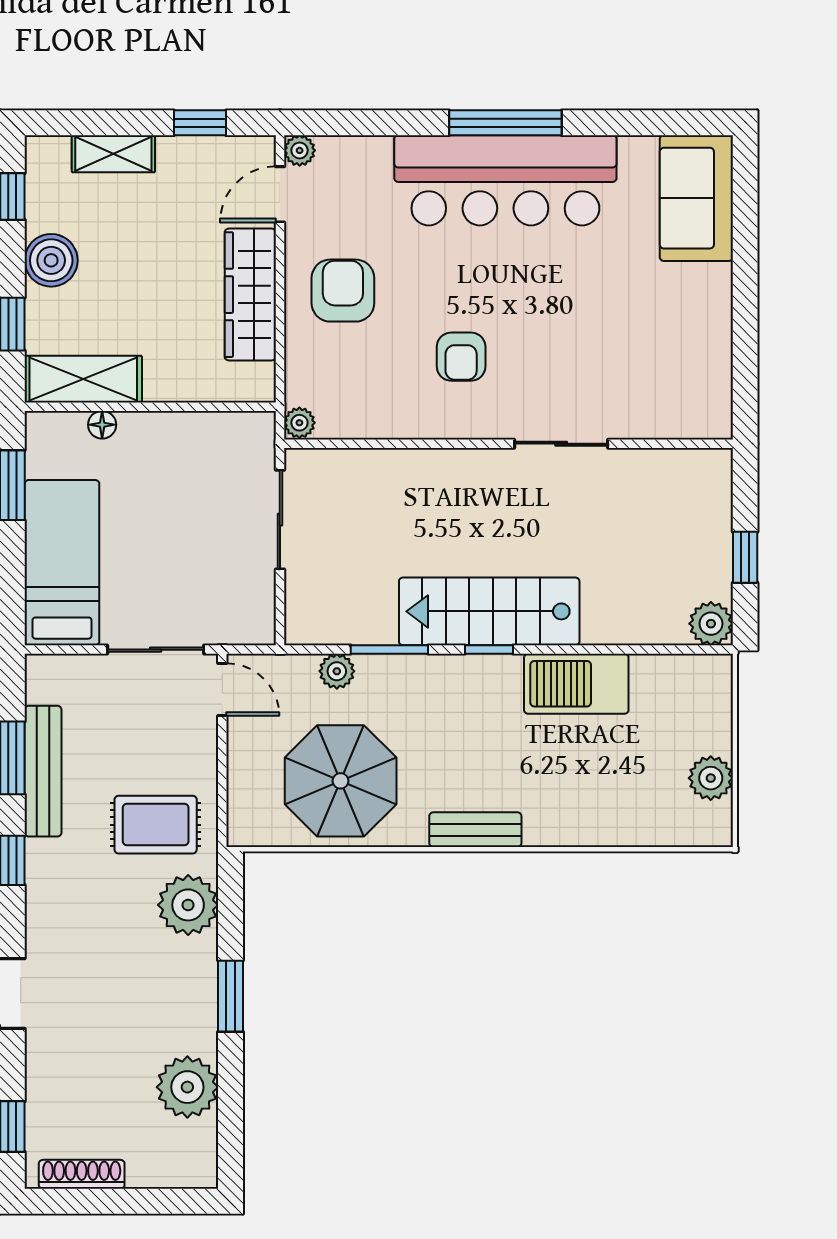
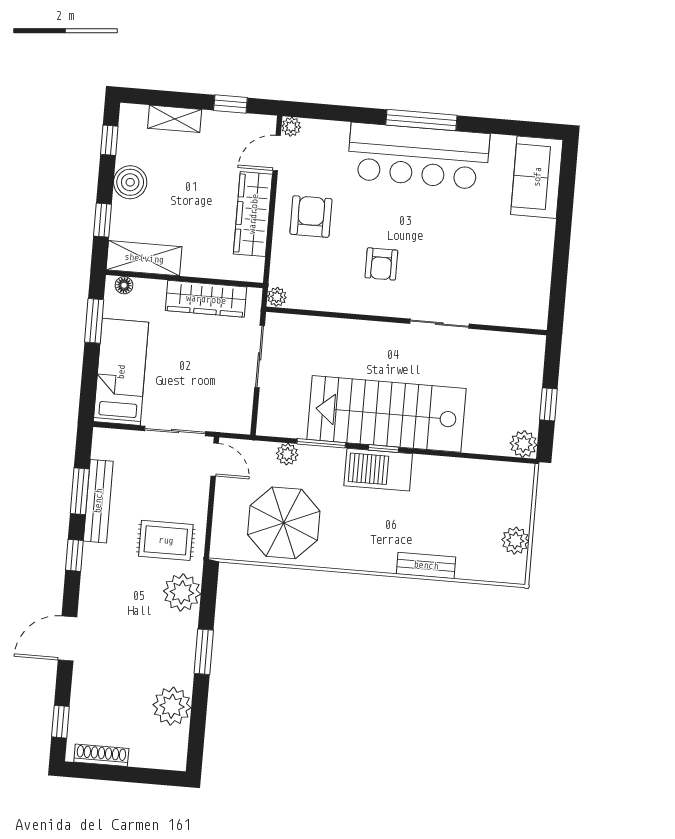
floor lamp: (102, 425) -> (124, 285), moved
wardrobe: (187, 435) -> (206, 299), added
stairs: (489, 611) -> (386, 414), width x1.36, depth x1.51
barbecue: (576, 684) -> (378, 470), moved
bench: (475, 830) -> (426, 565), moved

